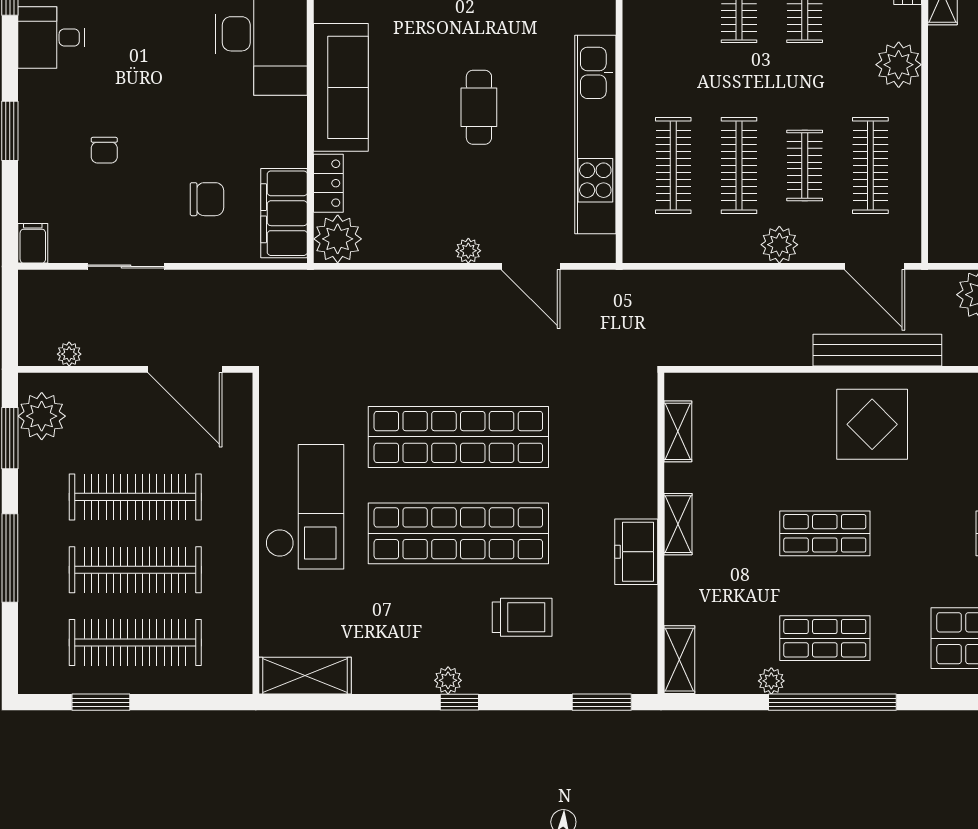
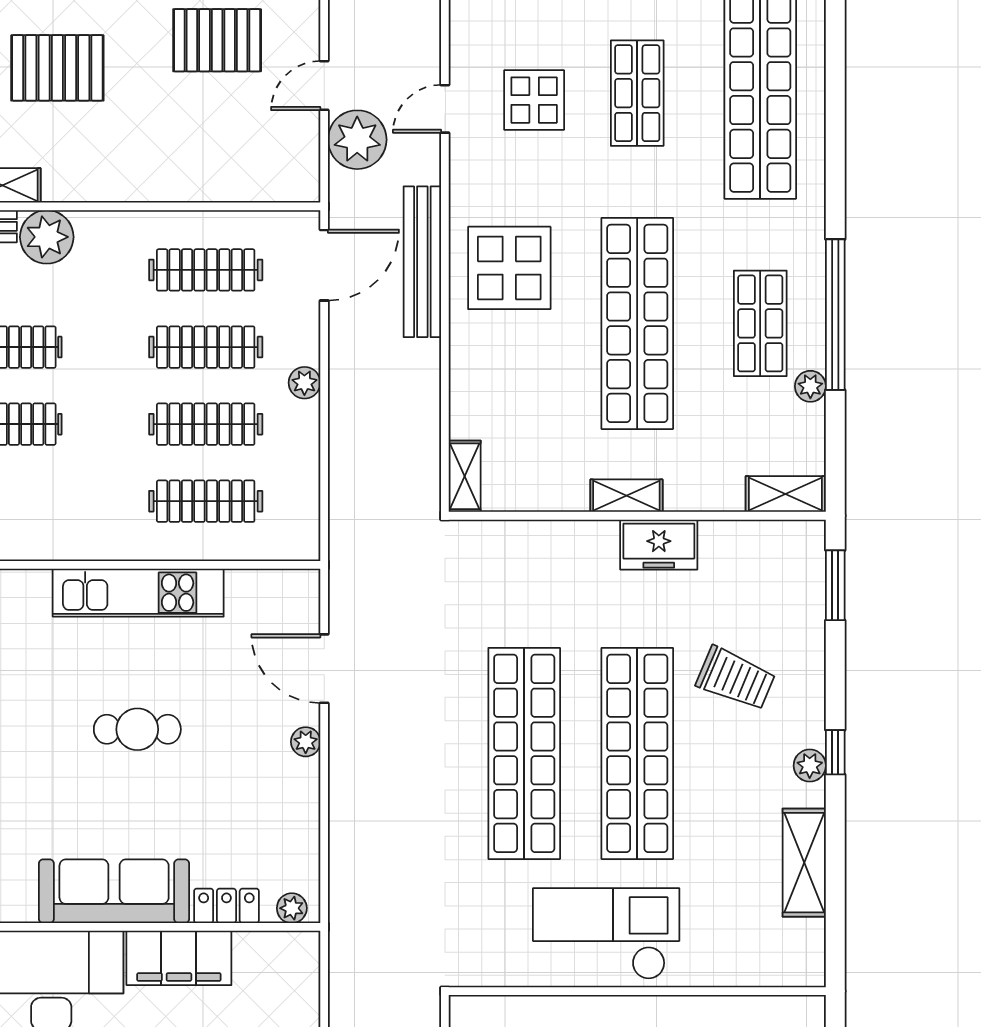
plant: (899, 65) -> (47, 237), moved
kitchen unit: (595, 134) -> (138, 593), width x0.73
clothes rail: (805, 165) -> (206, 347), width x1.36
filing cabinet: (284, 213) -> (179, 958), moved
plant: (338, 239) -> (292, 908), width x0.53, depth x0.53
plant: (779, 245) -> (304, 383), width x0.73, depth x0.73
door: (531, 266) -> (324, 669), swing flipped
shelving: (678, 431) -> (465, 476), moved, turned 90
shop shelf: (825, 533) -> (637, 323), width x2.00, depth x1.36
trolley: (522, 617) -> (736, 679), turned 113
shelving: (305, 676) -> (804, 863), moved

